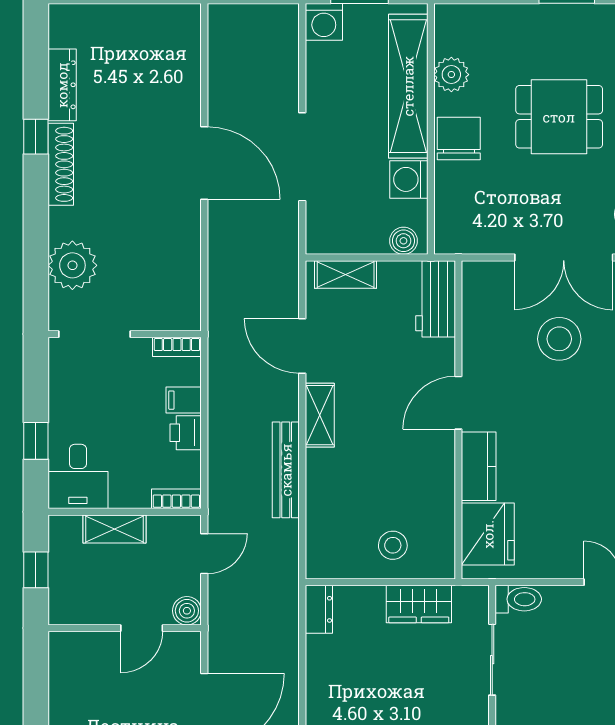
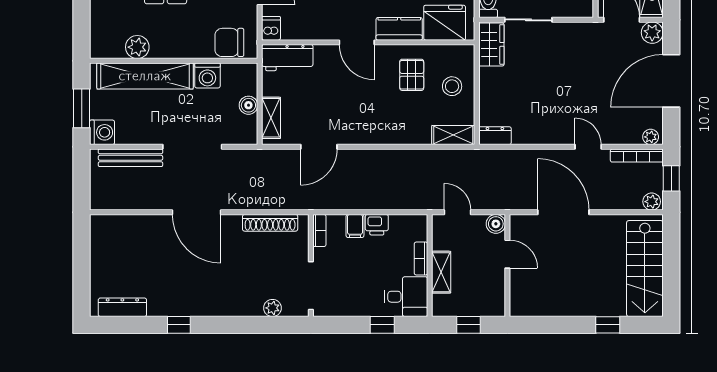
dresser: (62, 85) -> (122, 307), moved
chair: (459, 138) -> (229, 42), moved
door: (204, 163) -> (197, 212), swing flipped
shoe rack: (61, 164) -> (270, 223), moved, turned 180
boiler: (403, 241) -> (248, 105), moved
plant: (72, 265) -> (272, 308), width x0.53, depth x0.53
dishwasher: (479, 274) -> (271, 28), added
shelving: (320, 415) -> (453, 135), moved
bench: (286, 470) -> (130, 158), moved
pallet: (410, 485) -> (412, 75), added
bookcase: (176, 499) -> (421, 258), moved
wardrobe: (419, 604) -> (491, 44), moved

